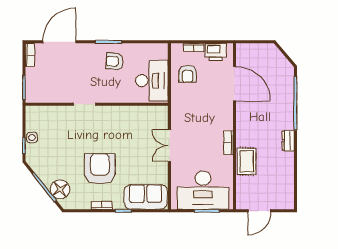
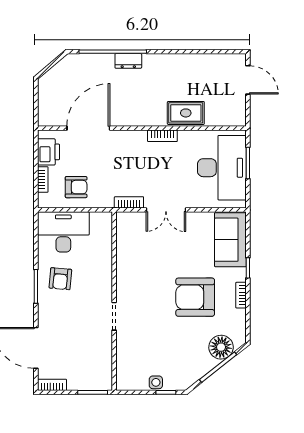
desk: (152, 81) -> (63, 232), moved
bookcase: (175, 116) -> (129, 202), added
dresser: (288, 141) -> (128, 61), moved
door: (259, 211) -> (248, 80), moved

